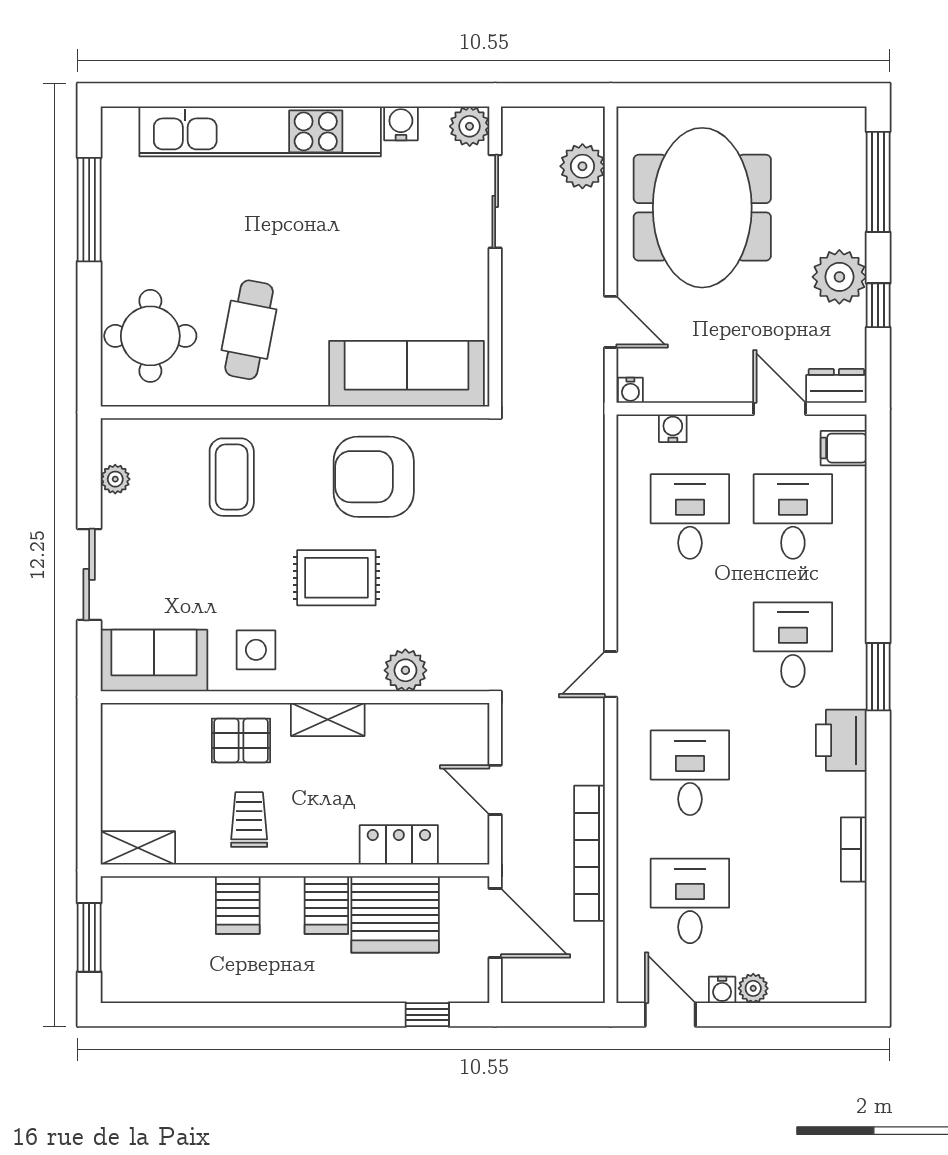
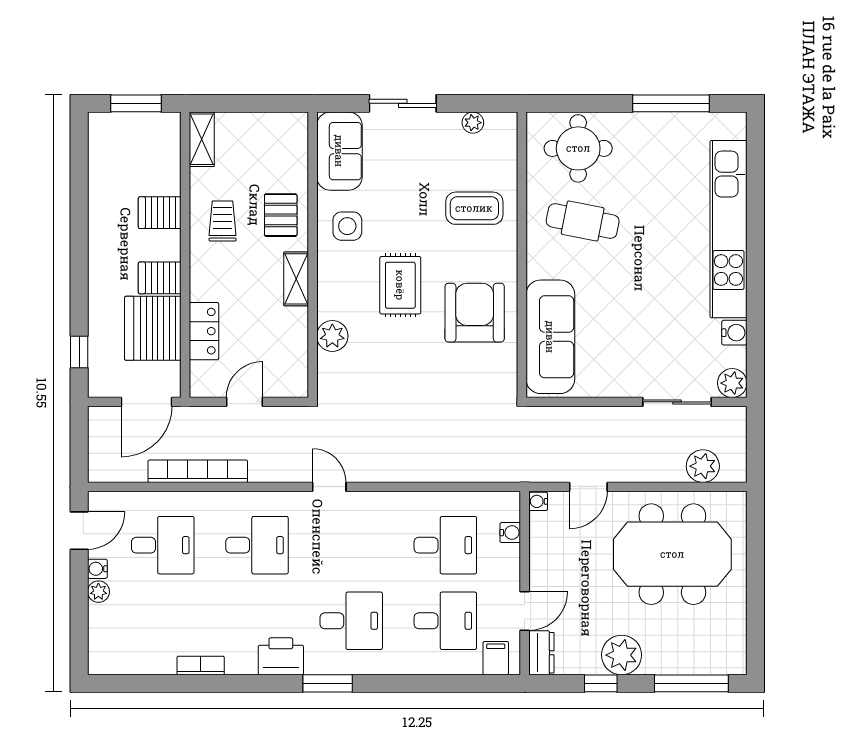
trolley: (249, 820) -> (223, 221), turned -90

